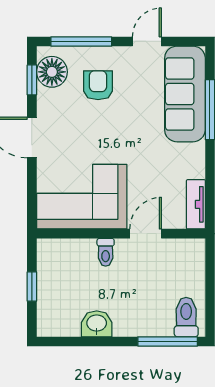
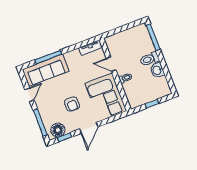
door: (147, 41) -> (30, 95), swing flipped
armchair: (98, 85) -> (72, 104), moved, turned -90
toilet: (186, 317) -> (150, 59), moved

